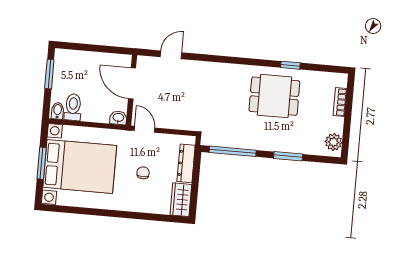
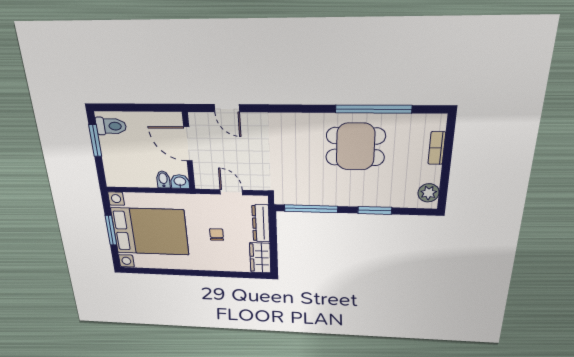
door: (171, 55) -> (227, 108), swing flipped
window: (290, 65) -> (373, 109), width x3.17
toilet: (73, 107) -> (111, 126), moved, turned 90
bidet: (58, 111) -> (163, 179), moved
door: (144, 129) -> (231, 192), moved

